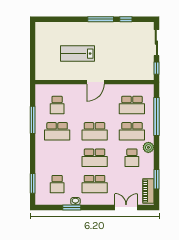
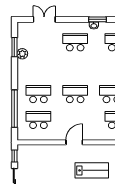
plant: (148, 147) -> (22, 54), moved
school desk: (95, 158) -> (75, 68), removed
school desk: (132, 158) -> (38, 68), removed
piano: (148, 191) -> (22, 36), removed
double door: (126, 207) -> (44, 19), swing flipped

